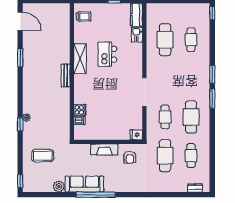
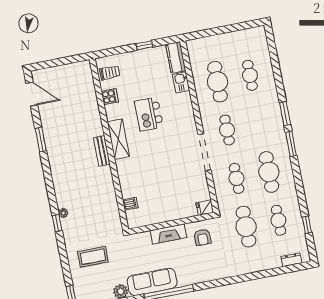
window: (212, 13) -> (307, 225), moved
shelving: (80, 59) -> (118, 139), moved
cafe table: (165, 78) -> (227, 130), added
cooker: (80, 110) -> (110, 97), moved

